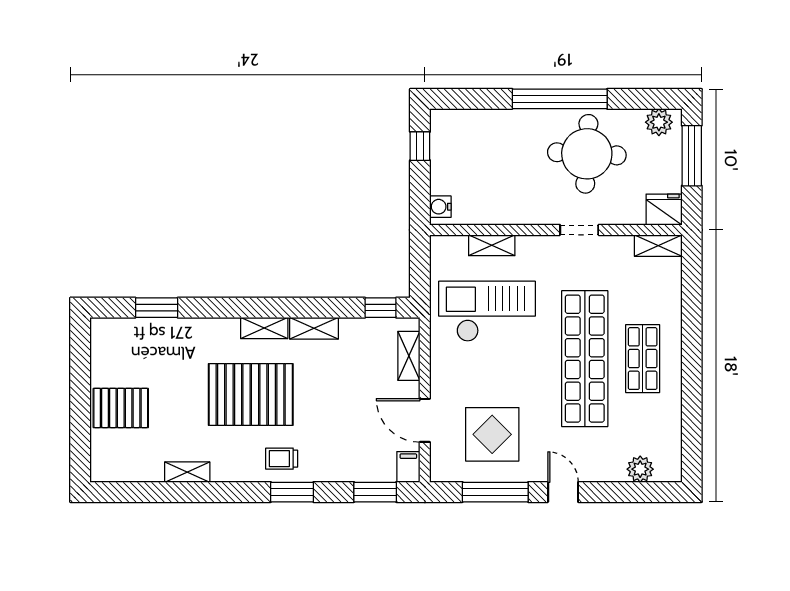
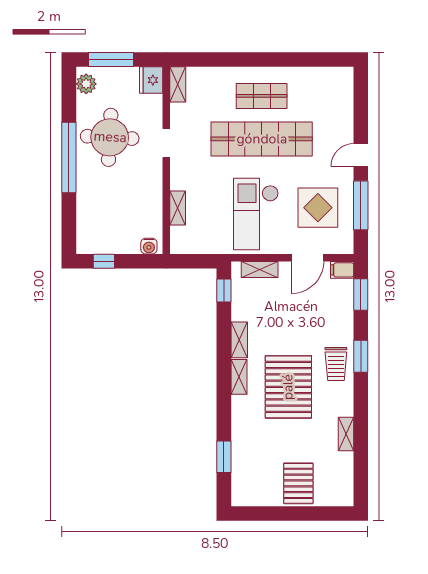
checkout: (487, 311) -> (256, 214), moved
trolley: (282, 459) -> (336, 364), width x1.36, depth x1.39
plant: (640, 469) -> (344, 98), removed

